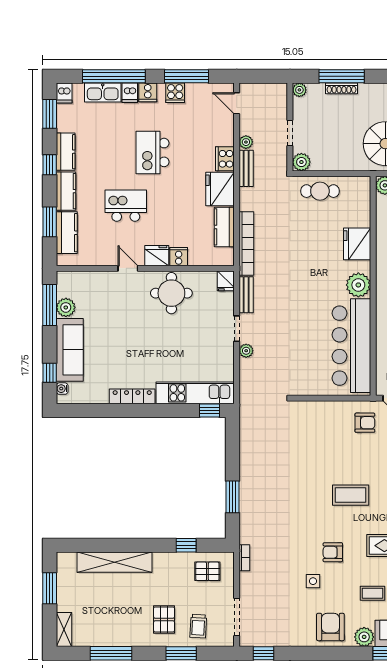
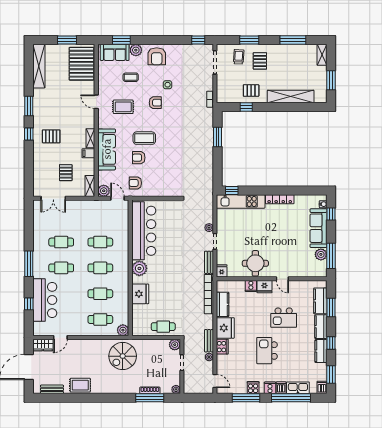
kitchen island: (153, 152) -> (267, 351), turned 180
armchair: (359, 464) -> (139, 158), added
pallet: (207, 571) -> (251, 91), moved

